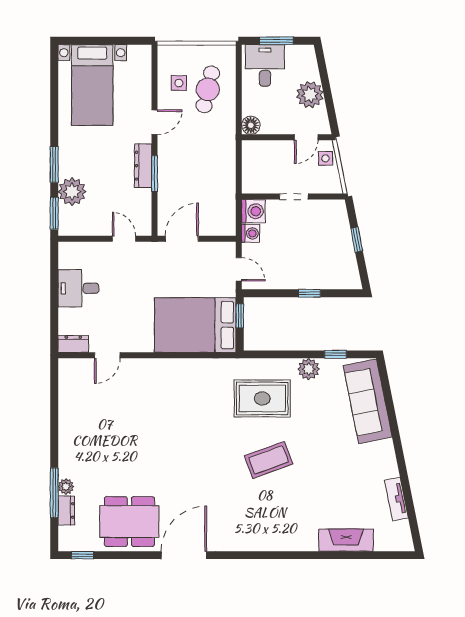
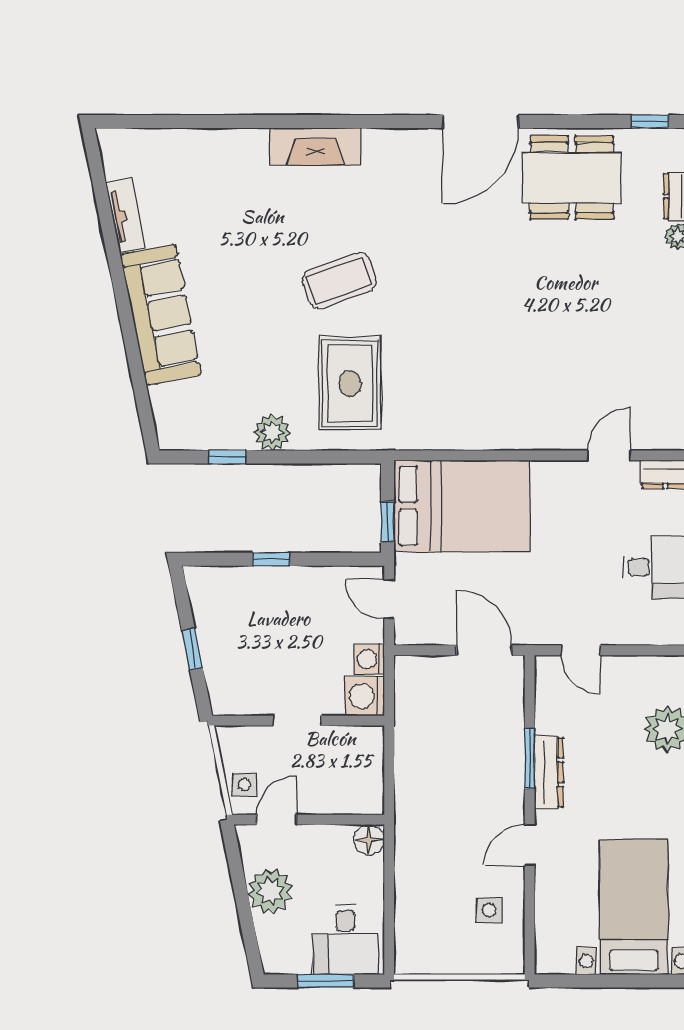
cafe table: (208, 89) -> (441, 900), removed
door: (182, 239) -> (484, 650), swing flipped
rug: (262, 398) -> (350, 383), turned 90
sofa: (368, 401) -> (161, 315), moved
fireplace: (346, 540) -> (315, 147), moved

